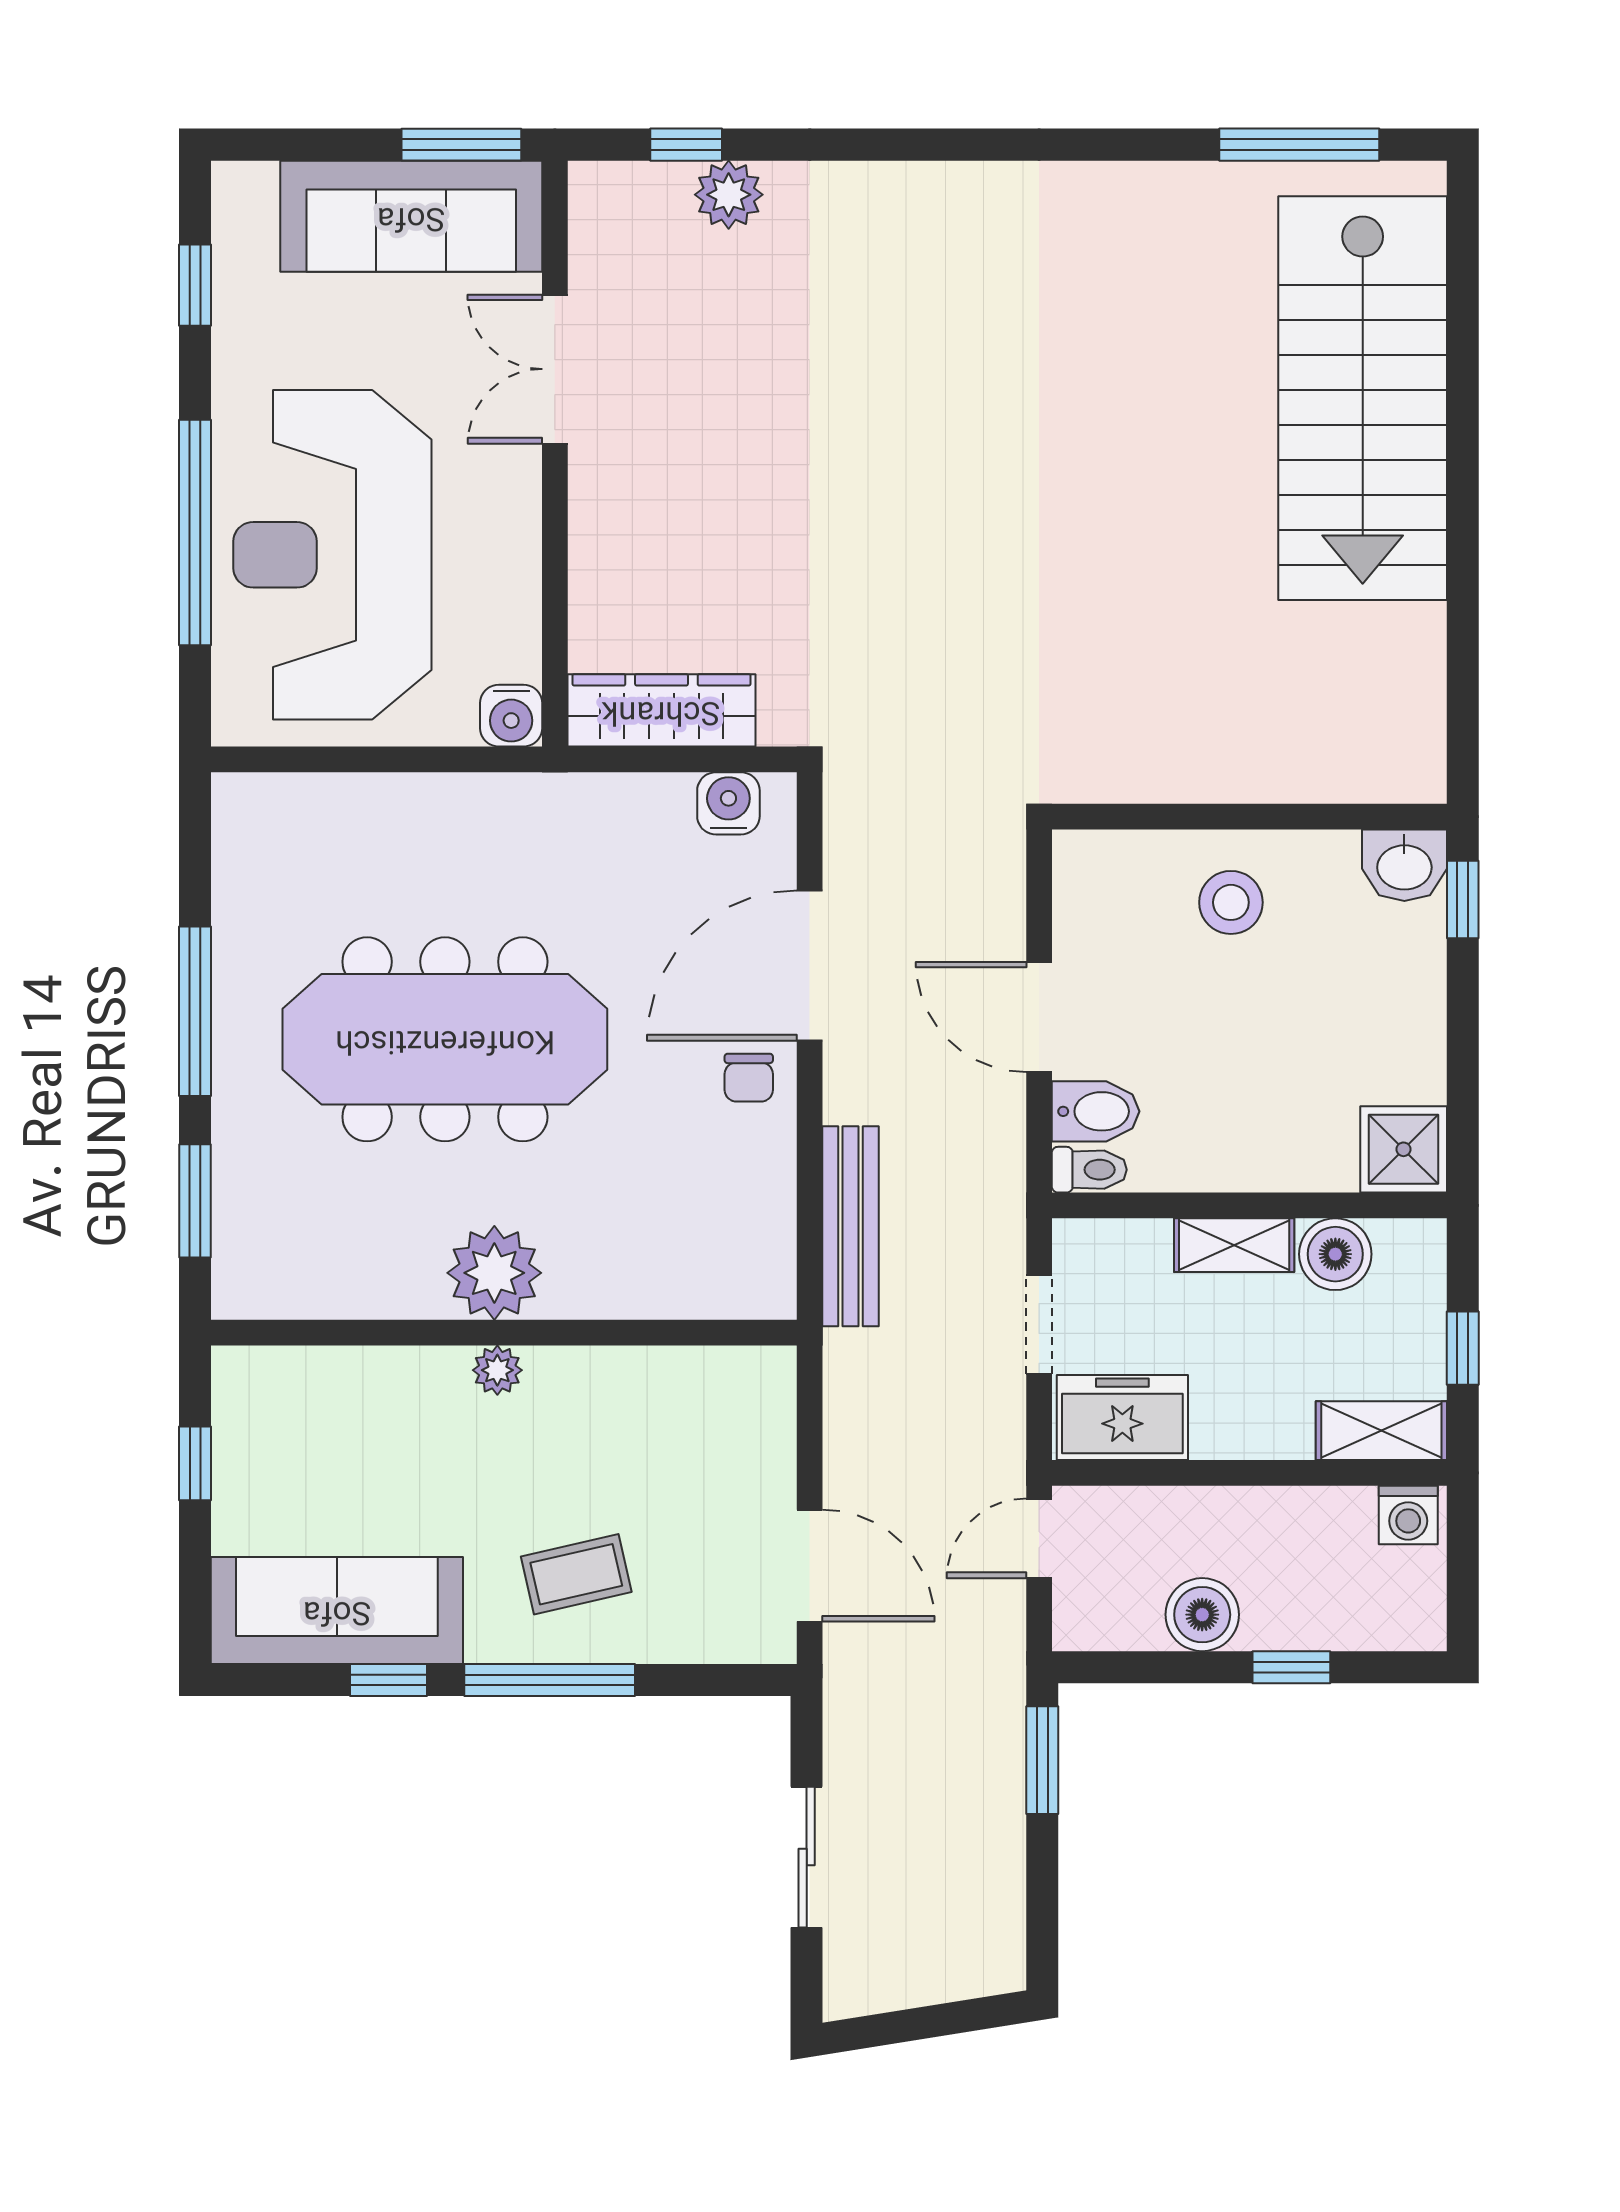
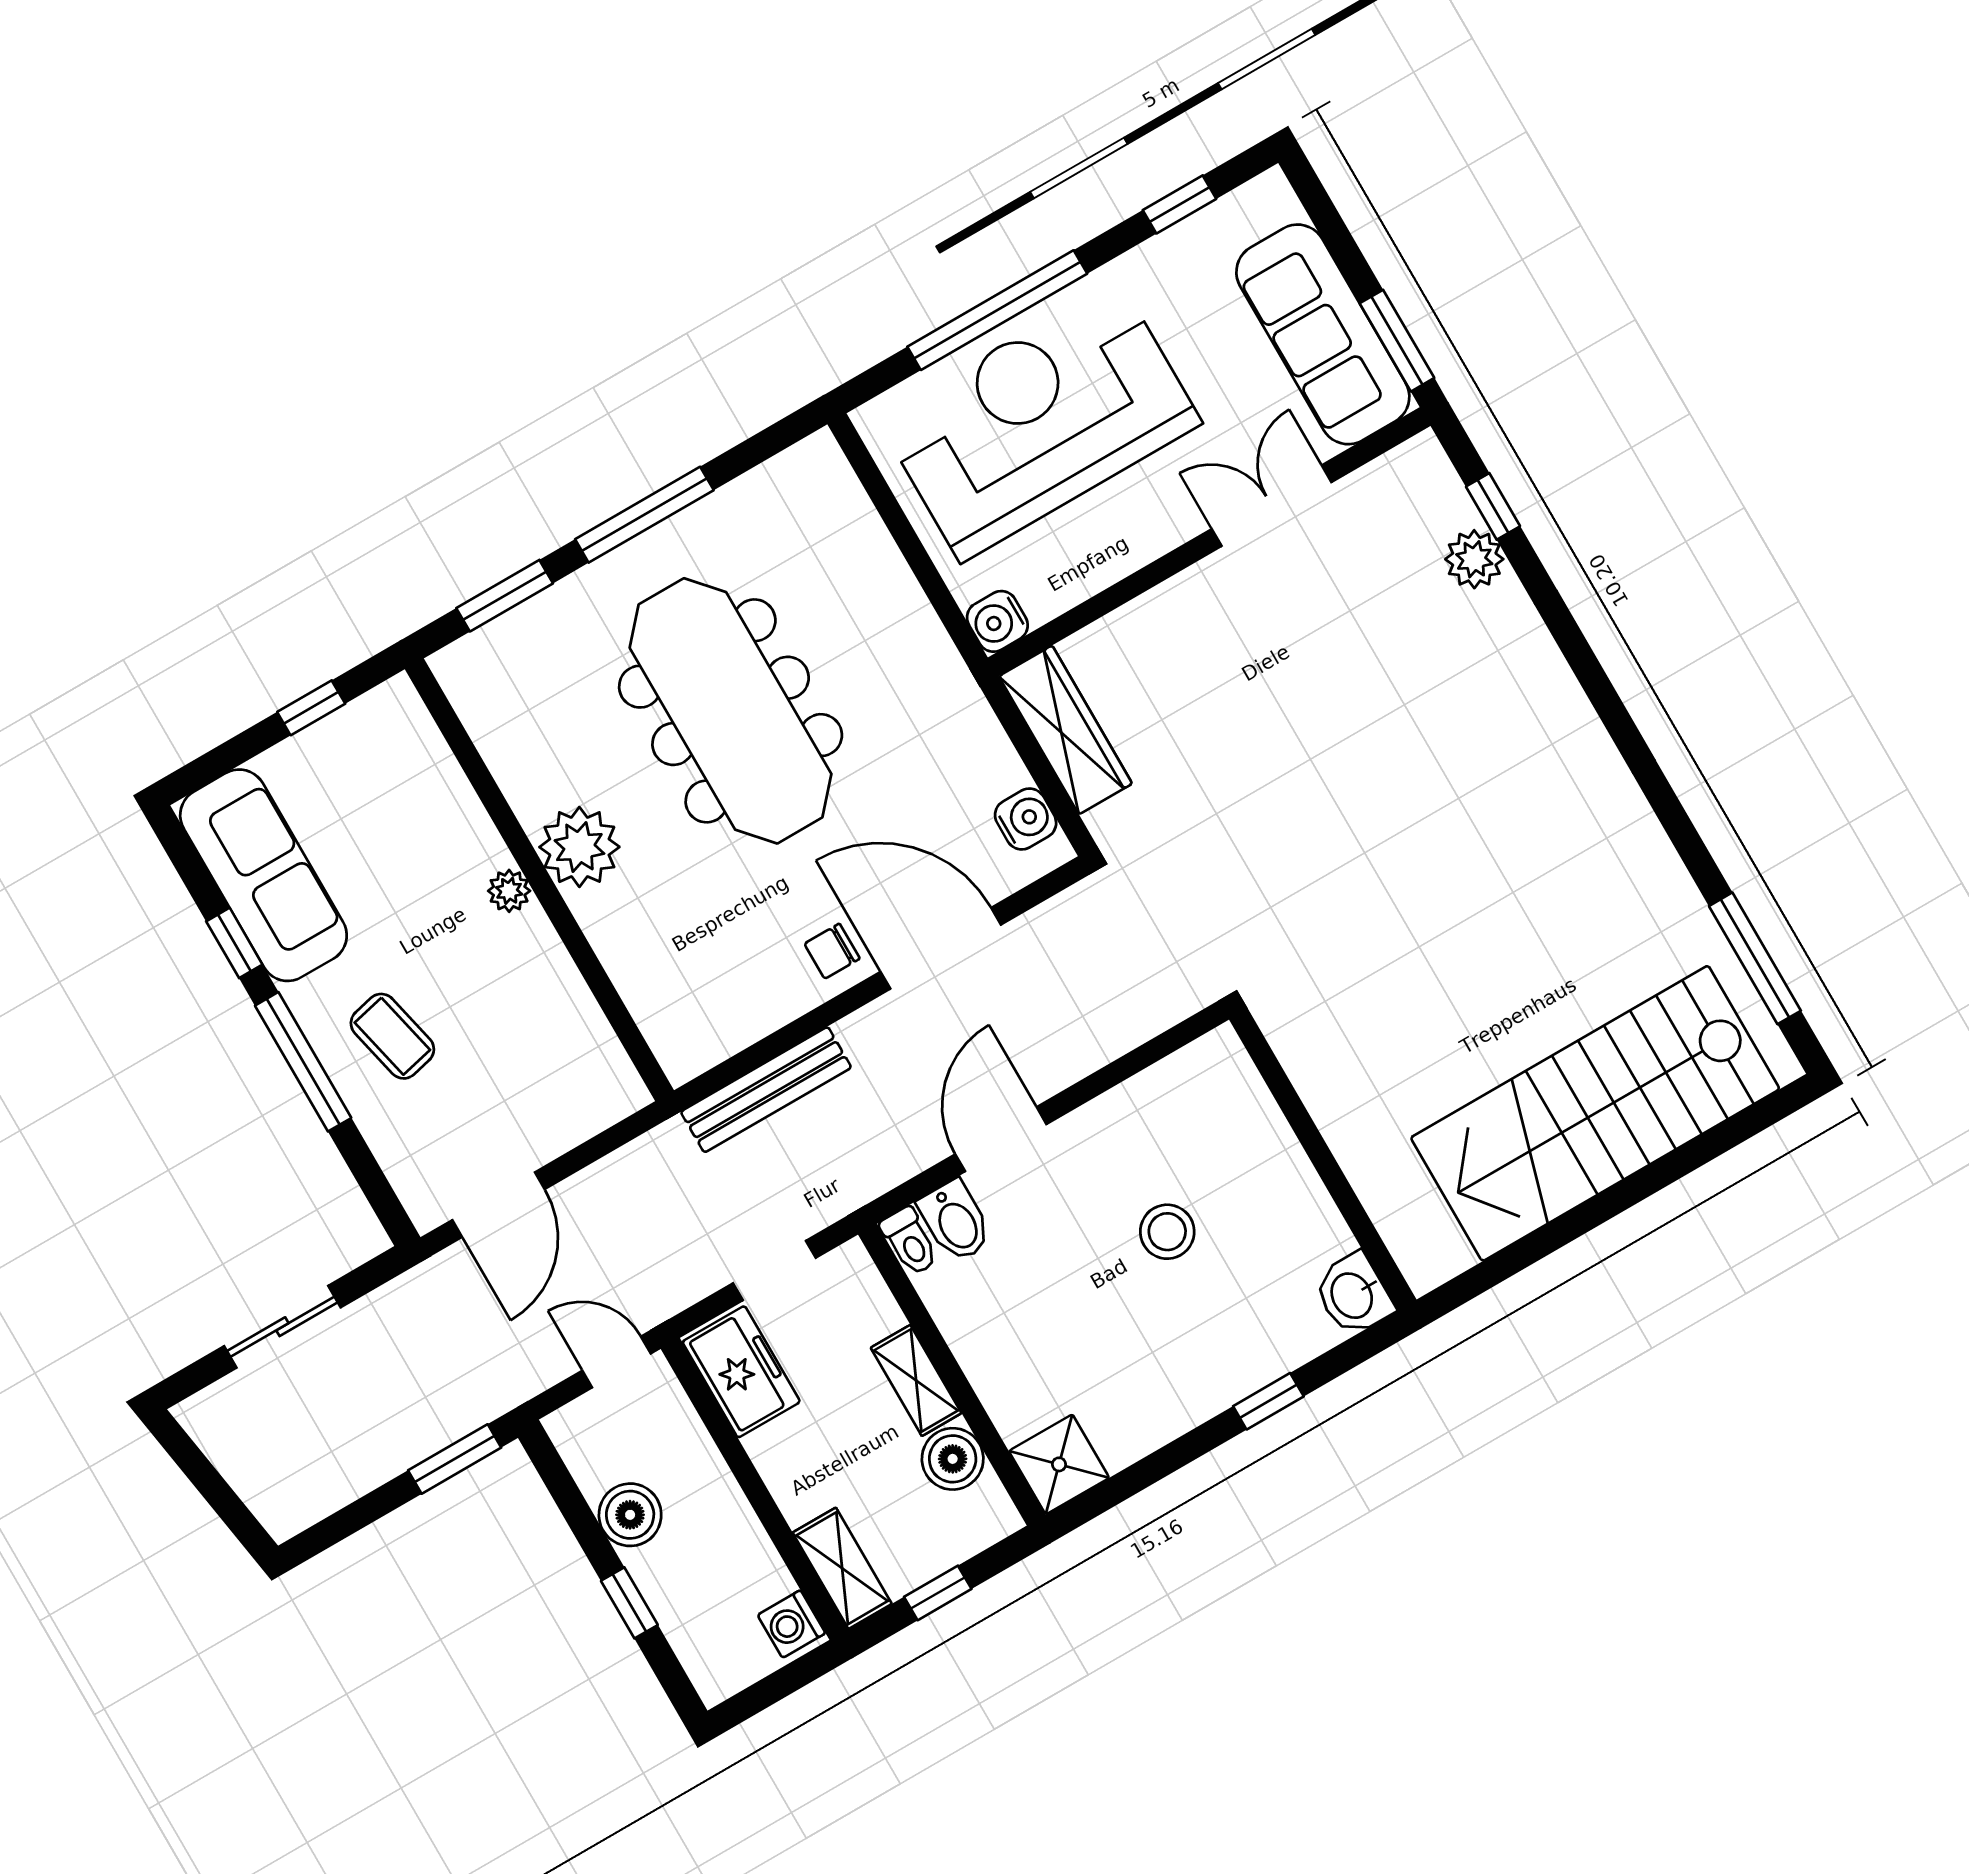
wall: (1249, 817) -> (1323, 1160), moved
washbasin: (1404, 865) -> (1353, 1295), moved

